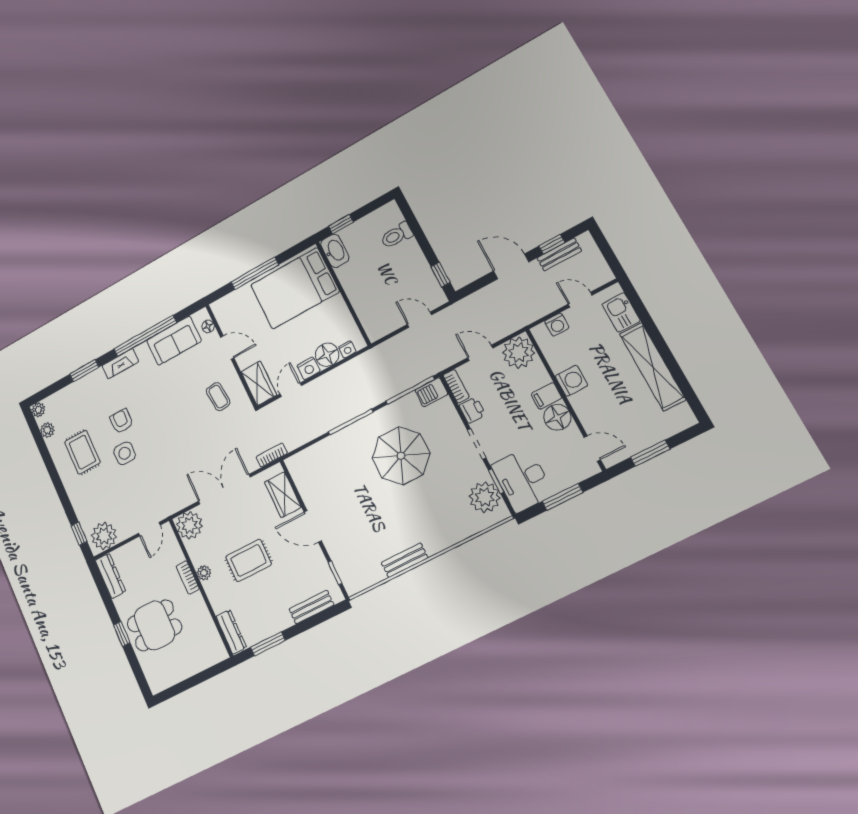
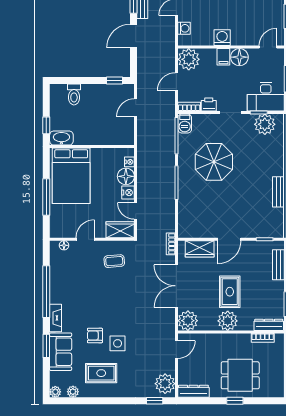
sofa: (174, 341) -> (61, 352), moved
door: (149, 529) -> (176, 350), hinge flipped
plant: (204, 573) -> (228, 321), width x1.87, depth x1.87
bookcase: (188, 578) -> (263, 338), moved
dining table: (154, 625) -> (240, 375), turned 90

